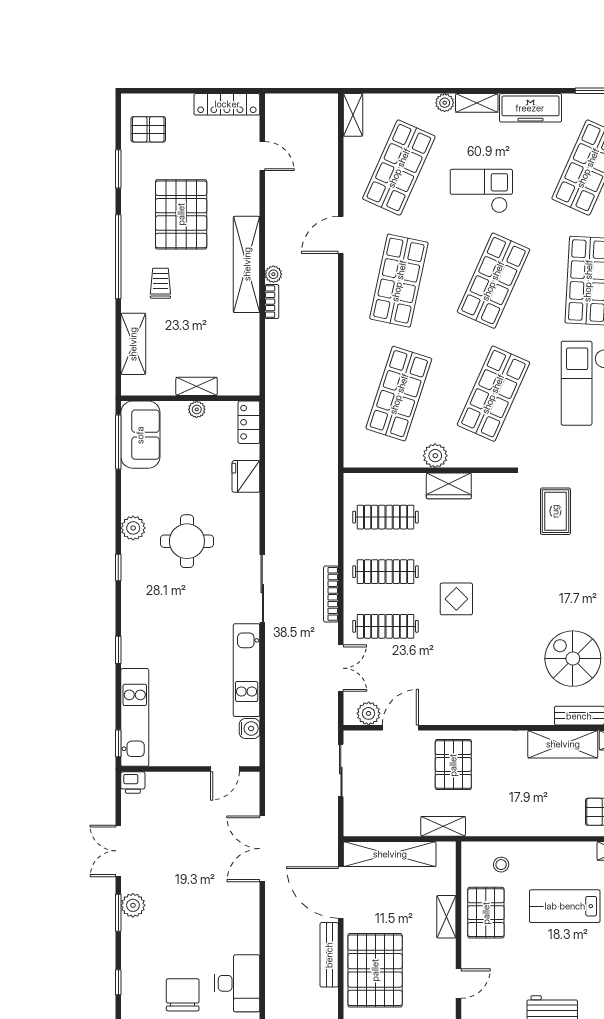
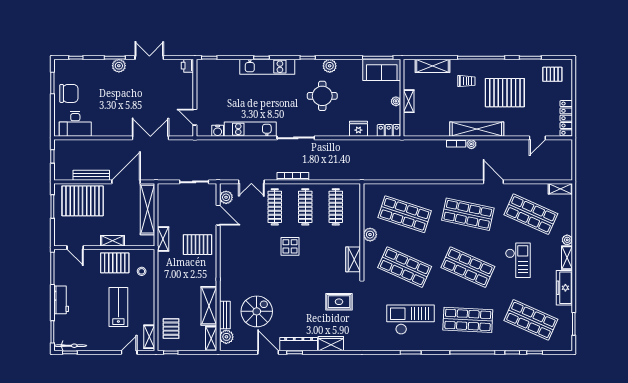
pallet: (148, 129) -> (552, 74), turned 90
wardrobe: (449, 486) -> (353, 259), moved
kitchen unit: (135, 717) -> (267, 67), moved

